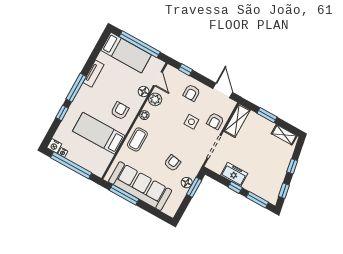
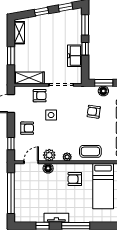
bed: (126, 53) -> (24, 201), removed
window: (62, 113) -> (43, 226), moved

